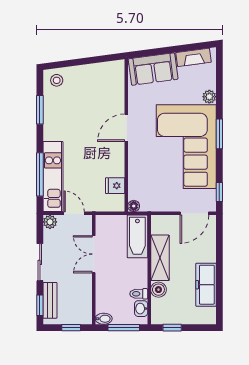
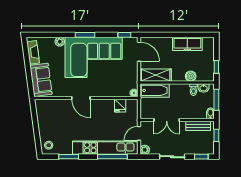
kitchen unit: (53, 177) -> (105, 148), width x1.36
shelving: (160, 258) -> (156, 75), moved
bench: (50, 300) -> (198, 126), moved

